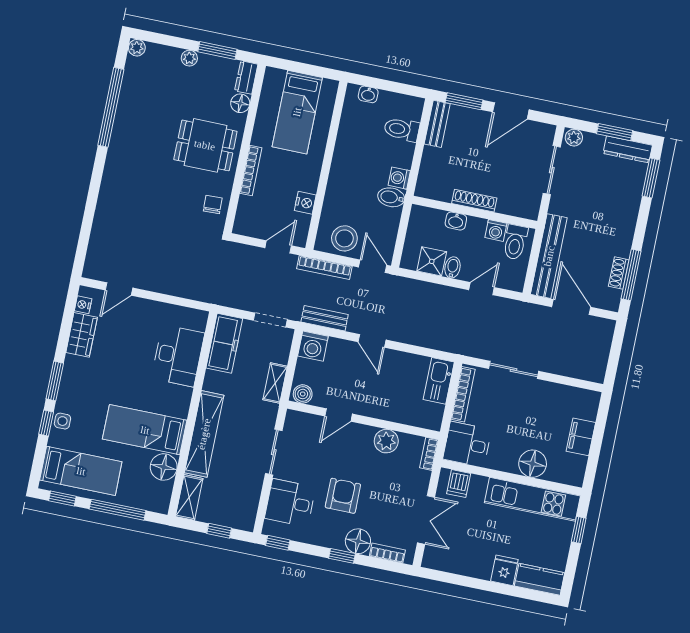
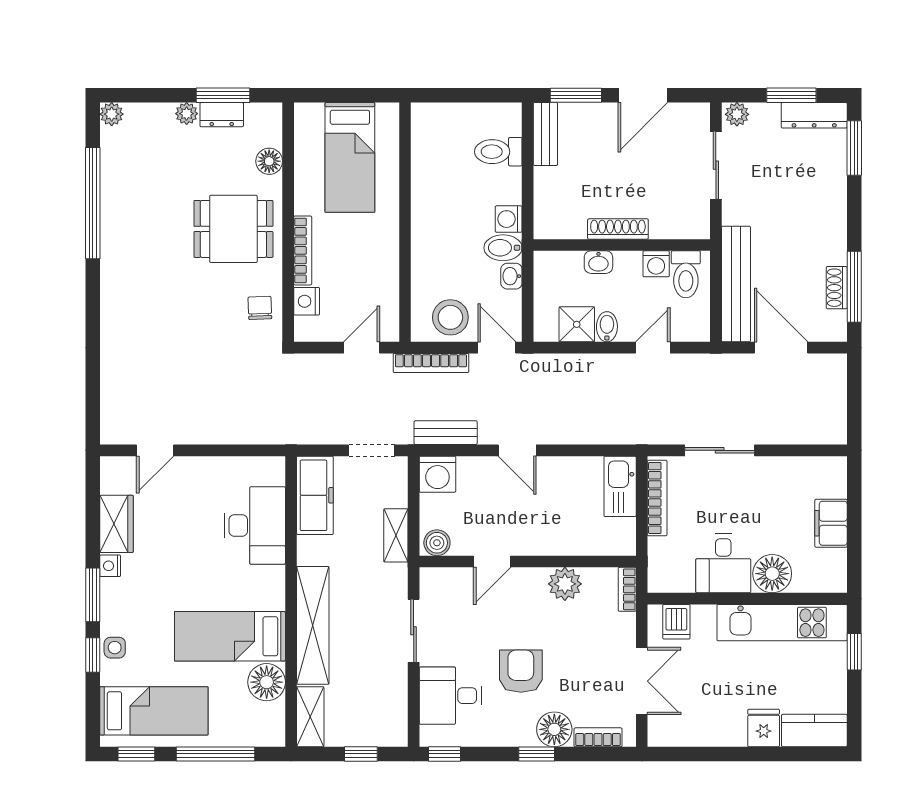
dresser: (246, 77) -> (222, 115), moved, turned -90
washbasin: (368, 94) -> (511, 276), moved, turned 90
nightstand: (305, 203) -> (307, 301), moved, turned 180
nightstand: (83, 305) -> (110, 566), moved
desk: (467, 444) -> (723, 563), moved, turned -90

